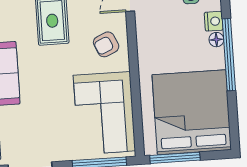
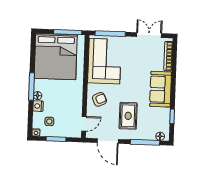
window: (229, 55) -> (32, 87), width x0.68

